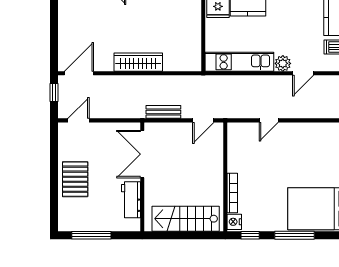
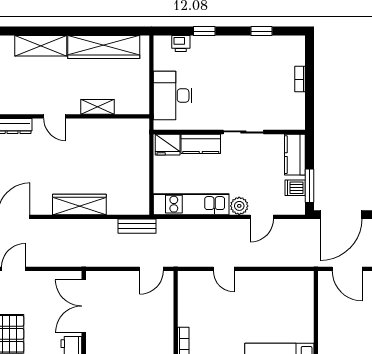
bench: (163, 112) -> (137, 226), moved
door: (269, 120) -> (224, 269), hinge flipped

